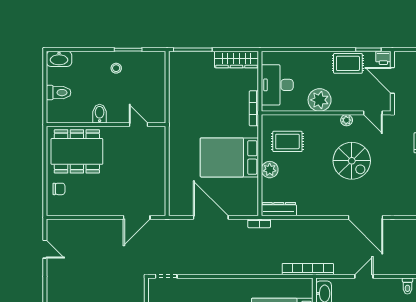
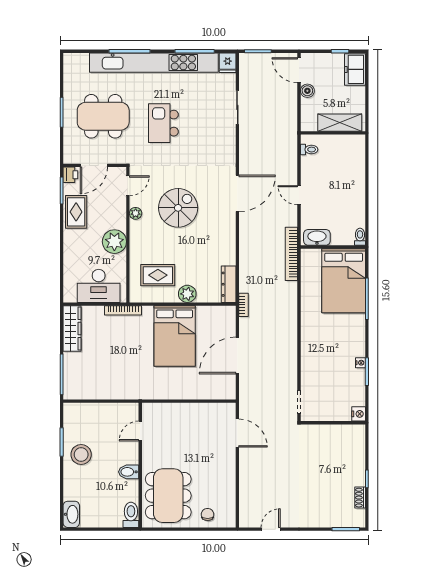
stool: (116, 68) -> (81, 454), width x1.89, depth x1.89
toilet: (59, 93) -> (131, 515), moved
rug: (287, 141) -> (158, 275), turned 90

